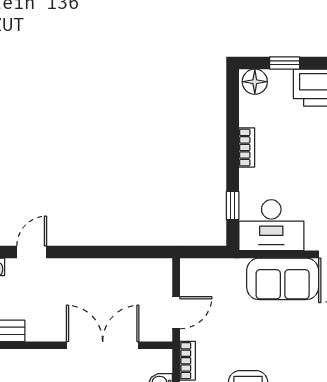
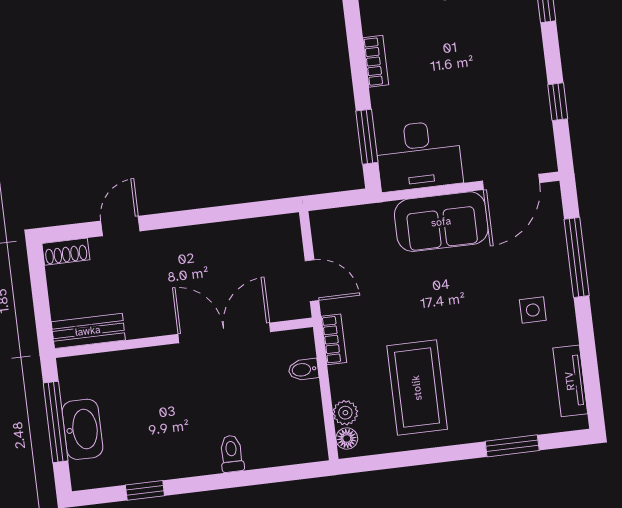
window: (233, 206) -> (367, 137), width x1.50
door: (176, 313) -> (312, 281), hinge flipped

